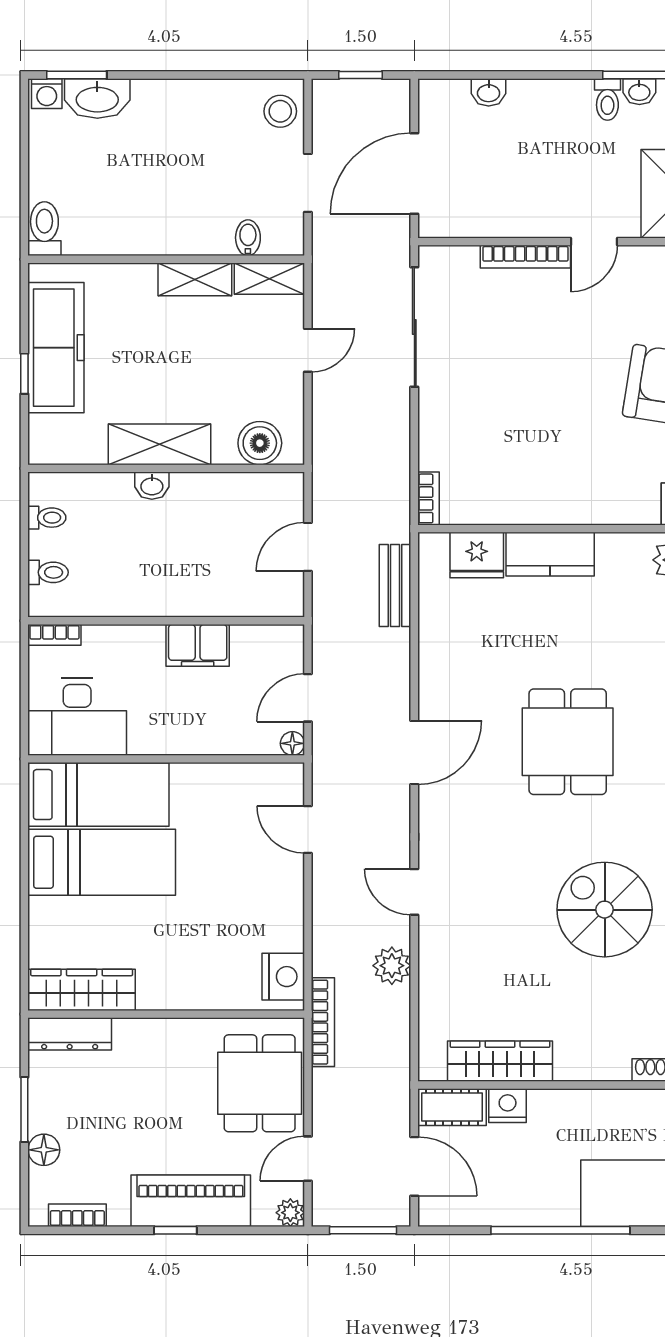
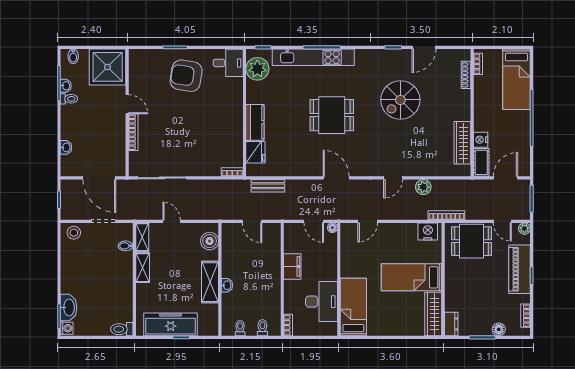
desk: (77, 717) -> (322, 302), moved
bed: (102, 862) -> (412, 277), moved, turned -90
dresser: (70, 1034) -> (451, 324), width x0.70

